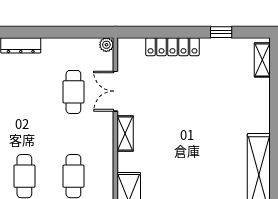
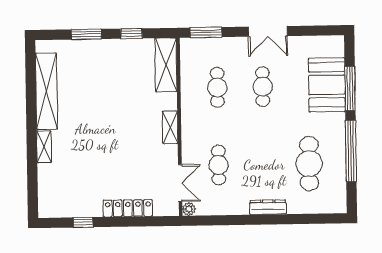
shelving: (262, 60) -> (44, 147), moved
double door: (115, 91) -> (180, 183), moved

